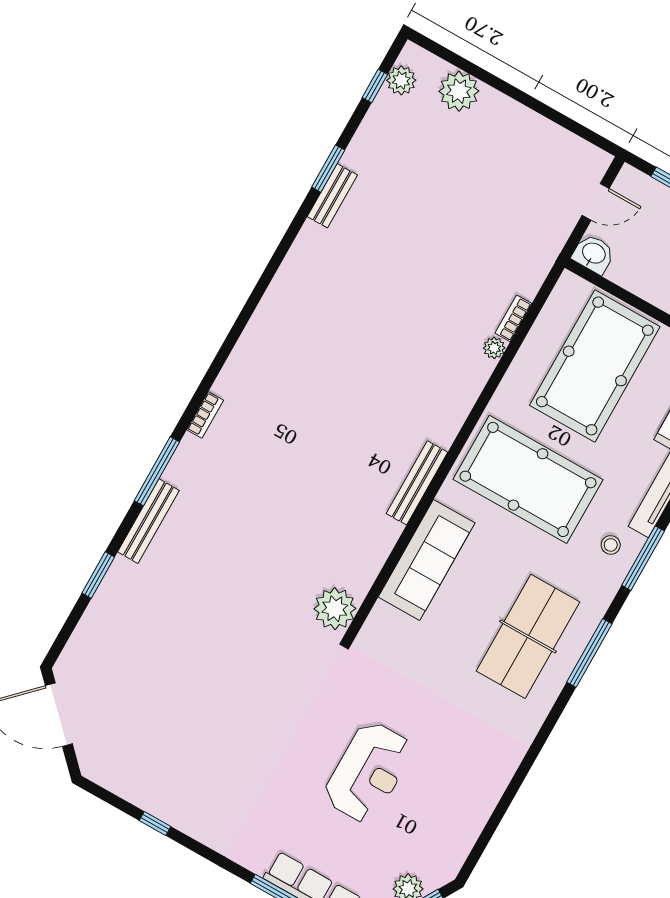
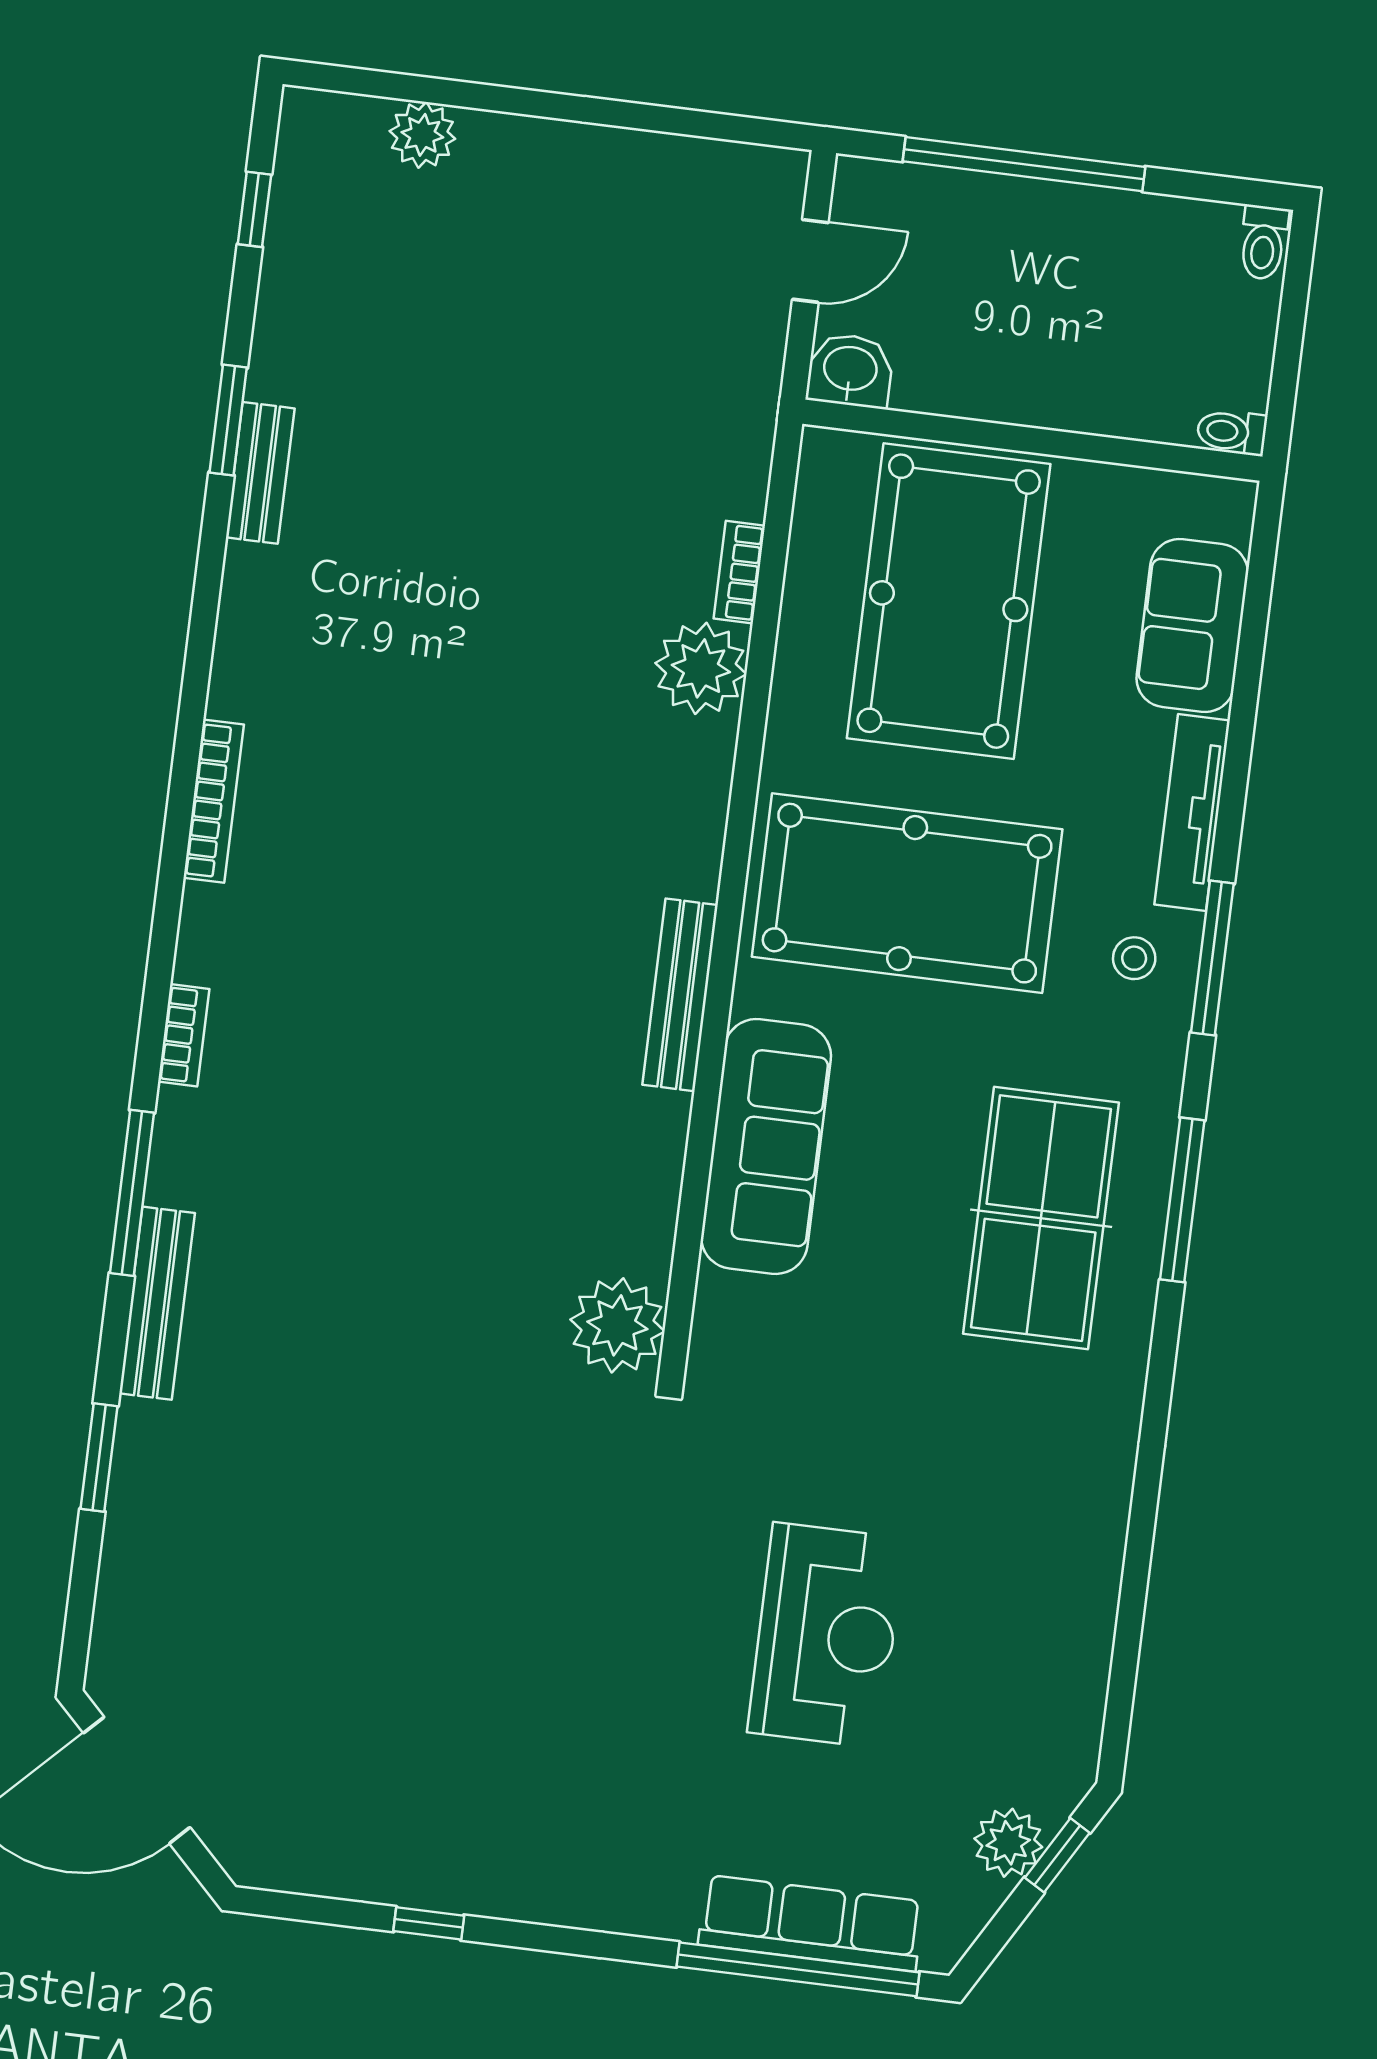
plant: (401, 80) -> (304, 175), removed
plant: (459, 91) -> (422, 135), width x0.73, depth x0.73
bookcase: (257, 323) -> (214, 801), added
plant: (494, 348) -> (701, 668), width x1.88, depth x1.88

